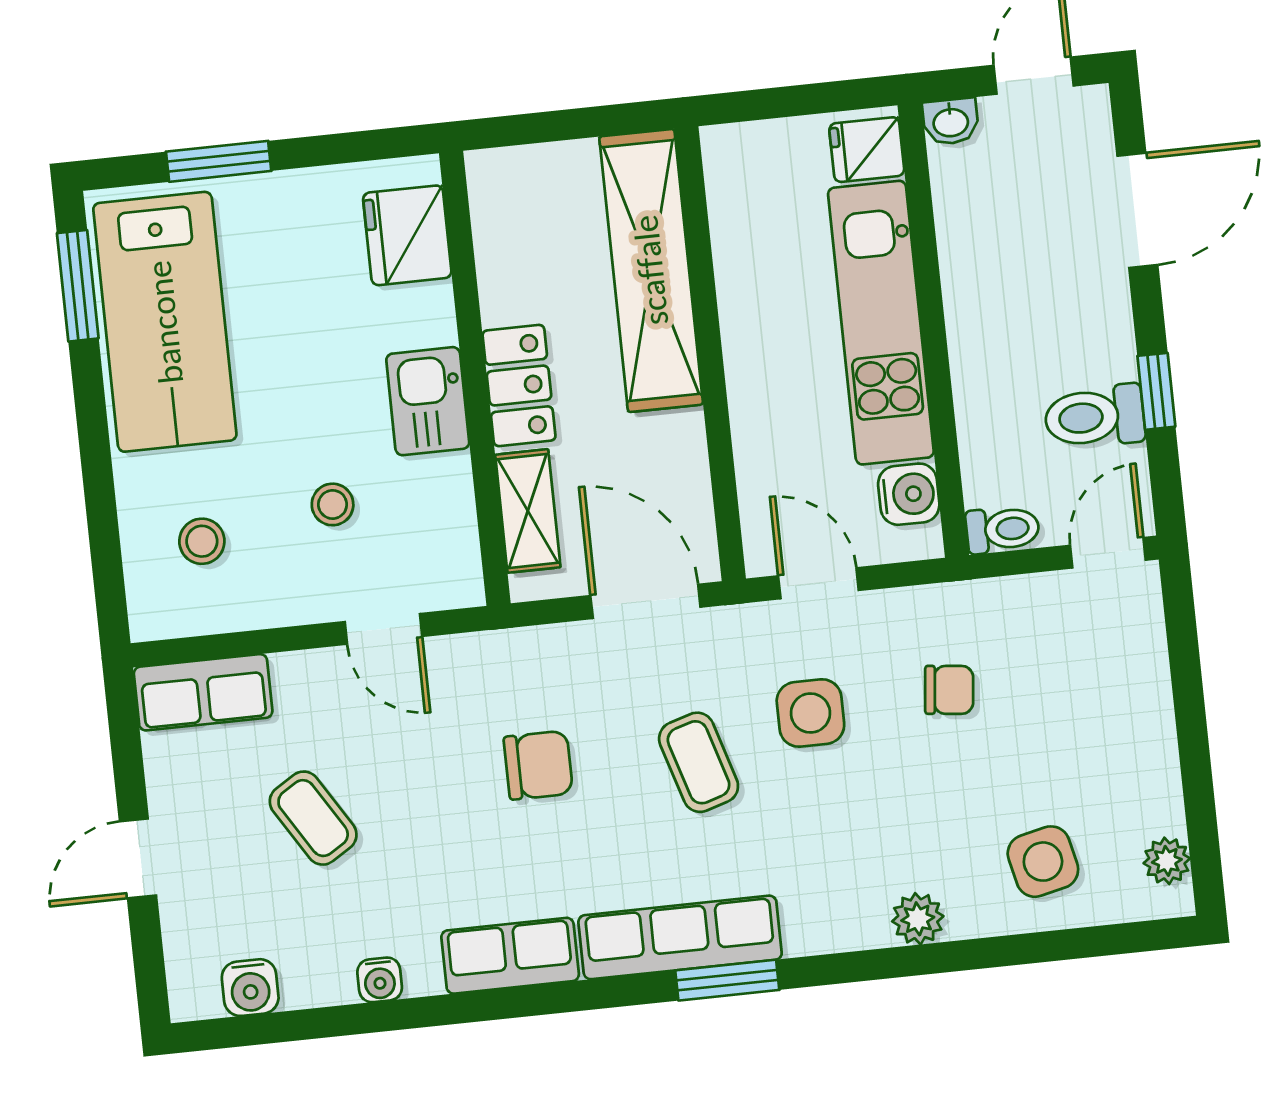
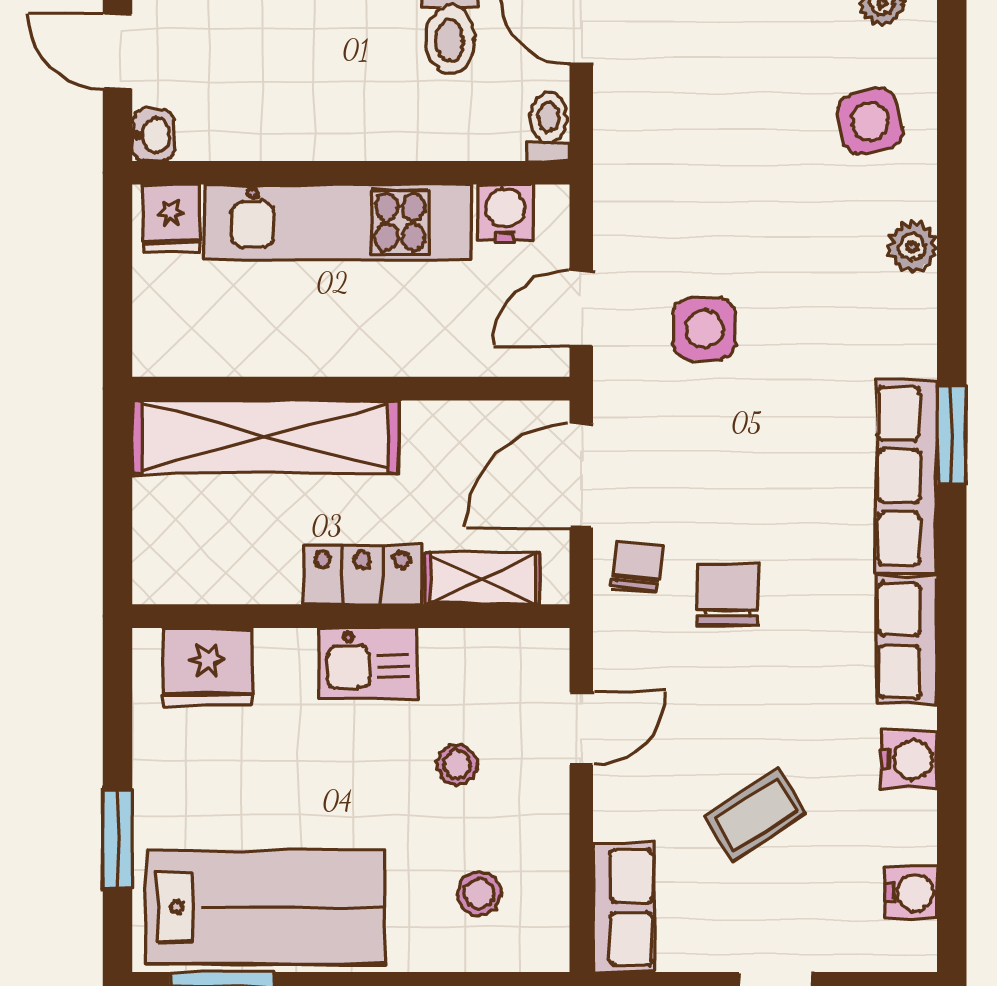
chair: (949, 690) -> (636, 566), moved
coffee table: (699, 762) -> (741, 441), removed
water cooler: (380, 980) -> (909, 760), width x1.38, depth x1.38

